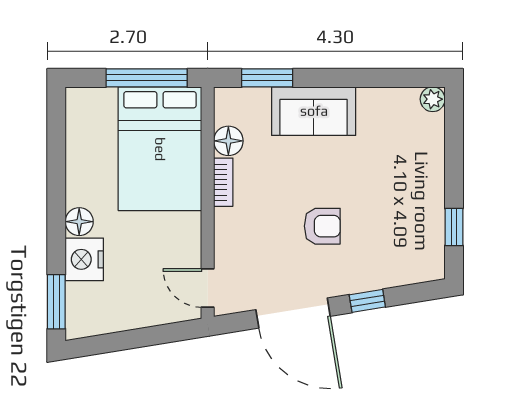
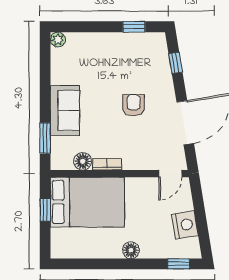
window: (147, 78) -> (45, 210), width x0.46
nightstand: (84, 259) -> (185, 225), moved, turned -99
window: (367, 301) -> (176, 63), moved
window: (56, 302) -> (179, 264), width x0.67

